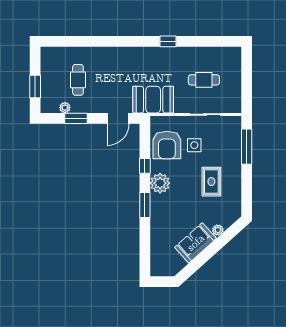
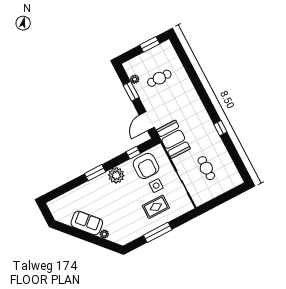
window: (35, 87) -> (150, 44), moved
door: (118, 118) -> (147, 121), hinge flipped
armchair: (167, 145) -> (146, 166), turned -90
window: (247, 147) -> (158, 232), moved
window: (145, 166) -> (133, 153), moved
rug: (211, 182) -> (156, 207), moved

